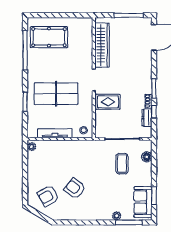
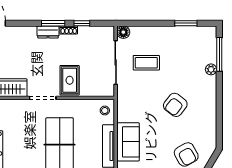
dresser: (147, 118) -> (48, 32), moved
floor lamp: (147, 157) -> (123, 32), moved
armchair: (75, 188) -> (175, 105), moved
sofa: (143, 202) -> (128, 142), moved, turned -90

